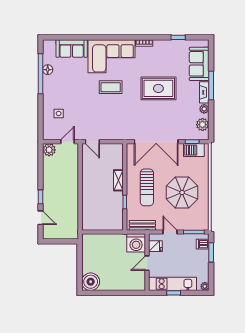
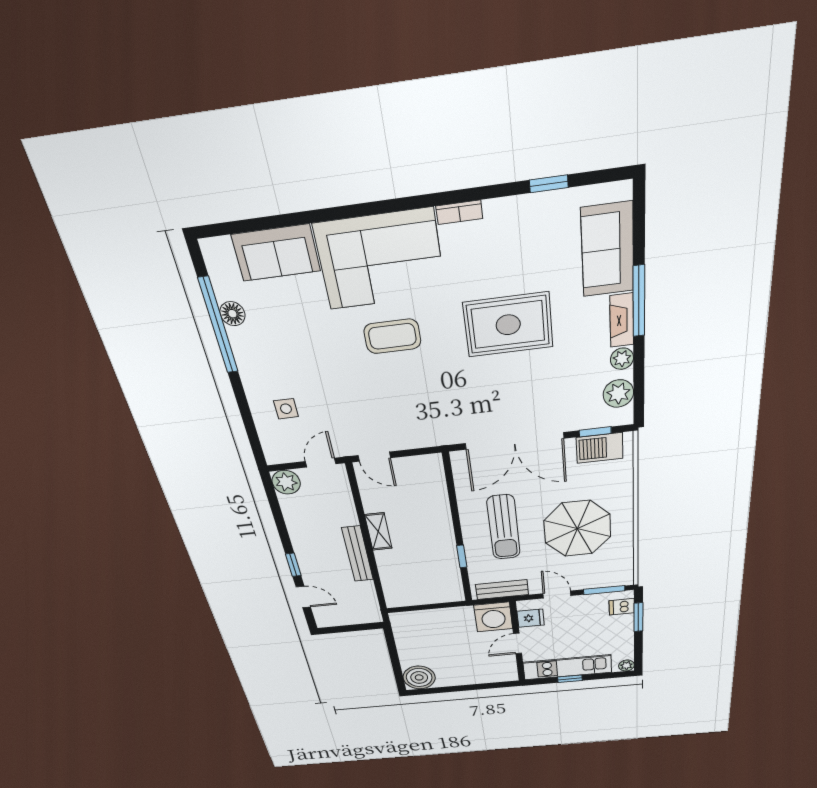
shelving: (118, 180) -> (378, 531), moved
bench: (74, 194) -> (358, 554), added

